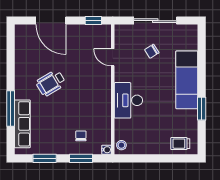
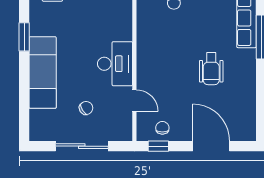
chair: (90, 35) -> (162, 128), added
wheelchair: (51, 83) -> (211, 69), turned 121
desk: (128, 100) -> (115, 64), moved

